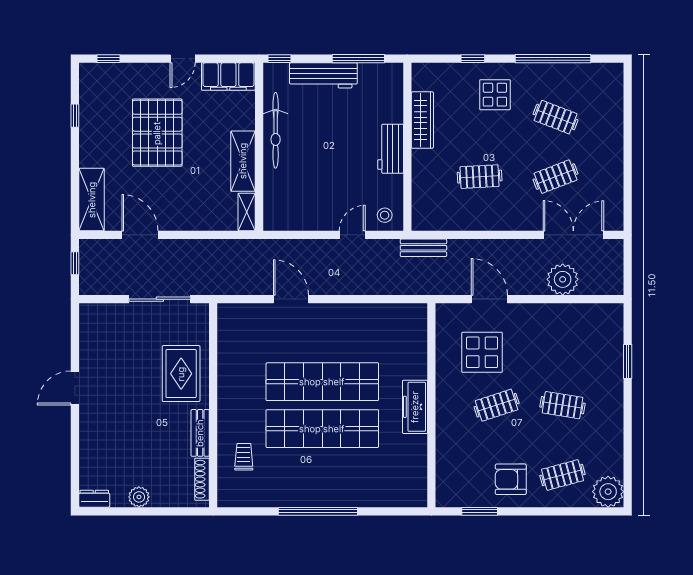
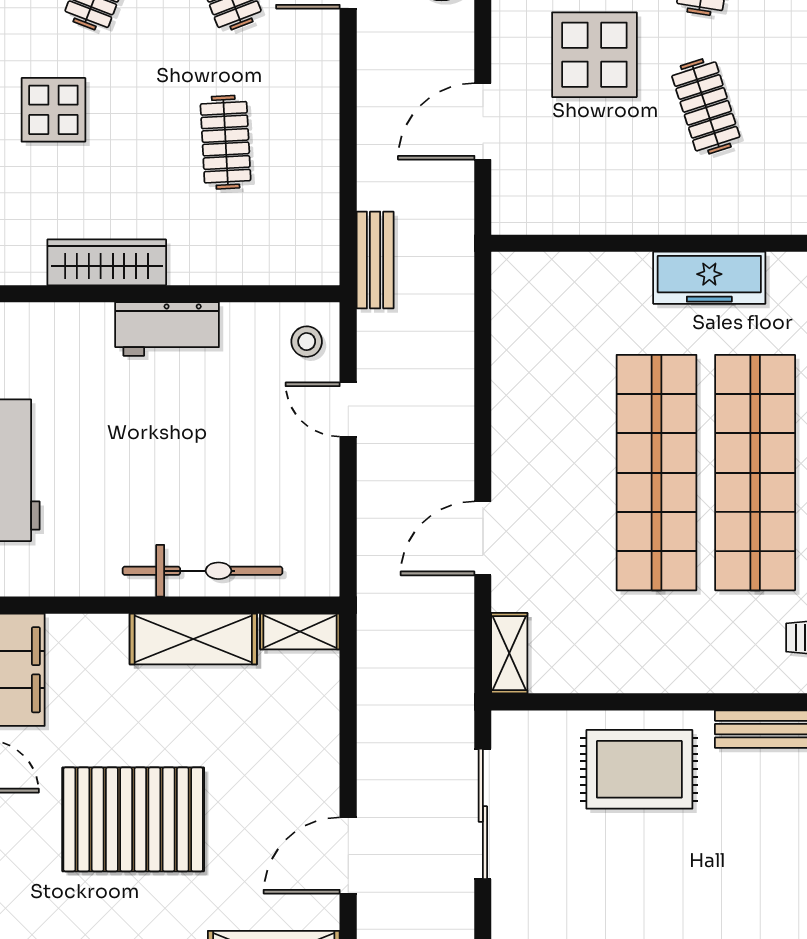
bicycle: (276, 130) -> (203, 571), moved
shelving: (236, 312) -> (509, 653), added
display table: (482, 352) -> (594, 55), moved

